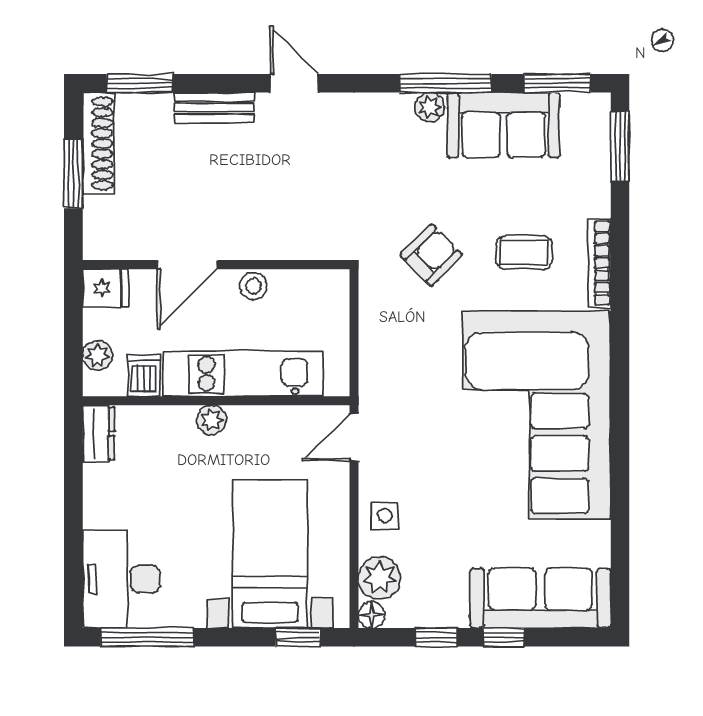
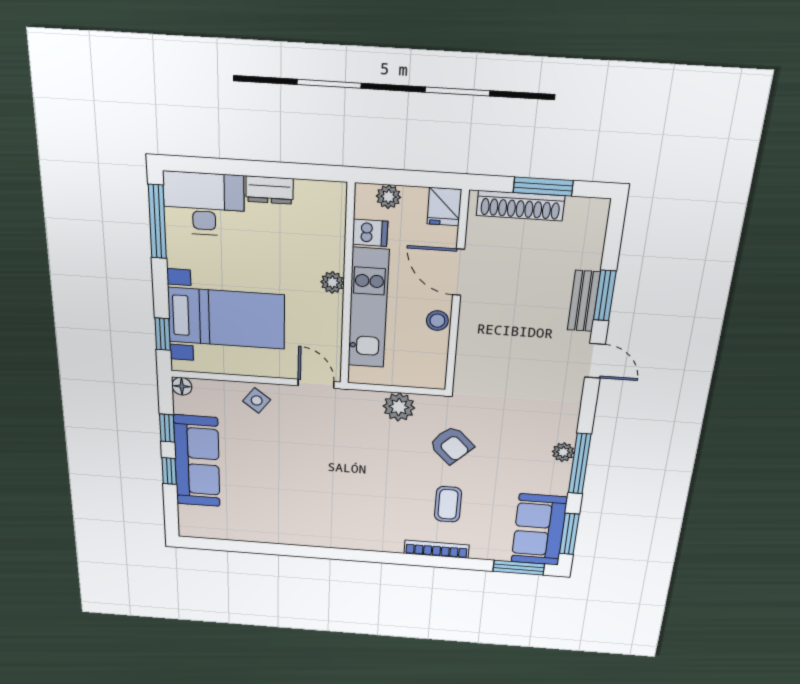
window: (140, 83) -> (605, 295), moved
door: (294, 83) -> (595, 361), hinge flipped
sofa: (503, 125) -> (539, 530), moved
shoe rack: (98, 143) -> (520, 206), moved
corner sofa: (537, 415) -> (330, 503), removed
dresser: (99, 434) -> (270, 190), moved
side table: (385, 516) -> (257, 400), turned 37
plant: (380, 578) -> (399, 407), moved
sofa: (540, 598) -> (197, 461), moved

